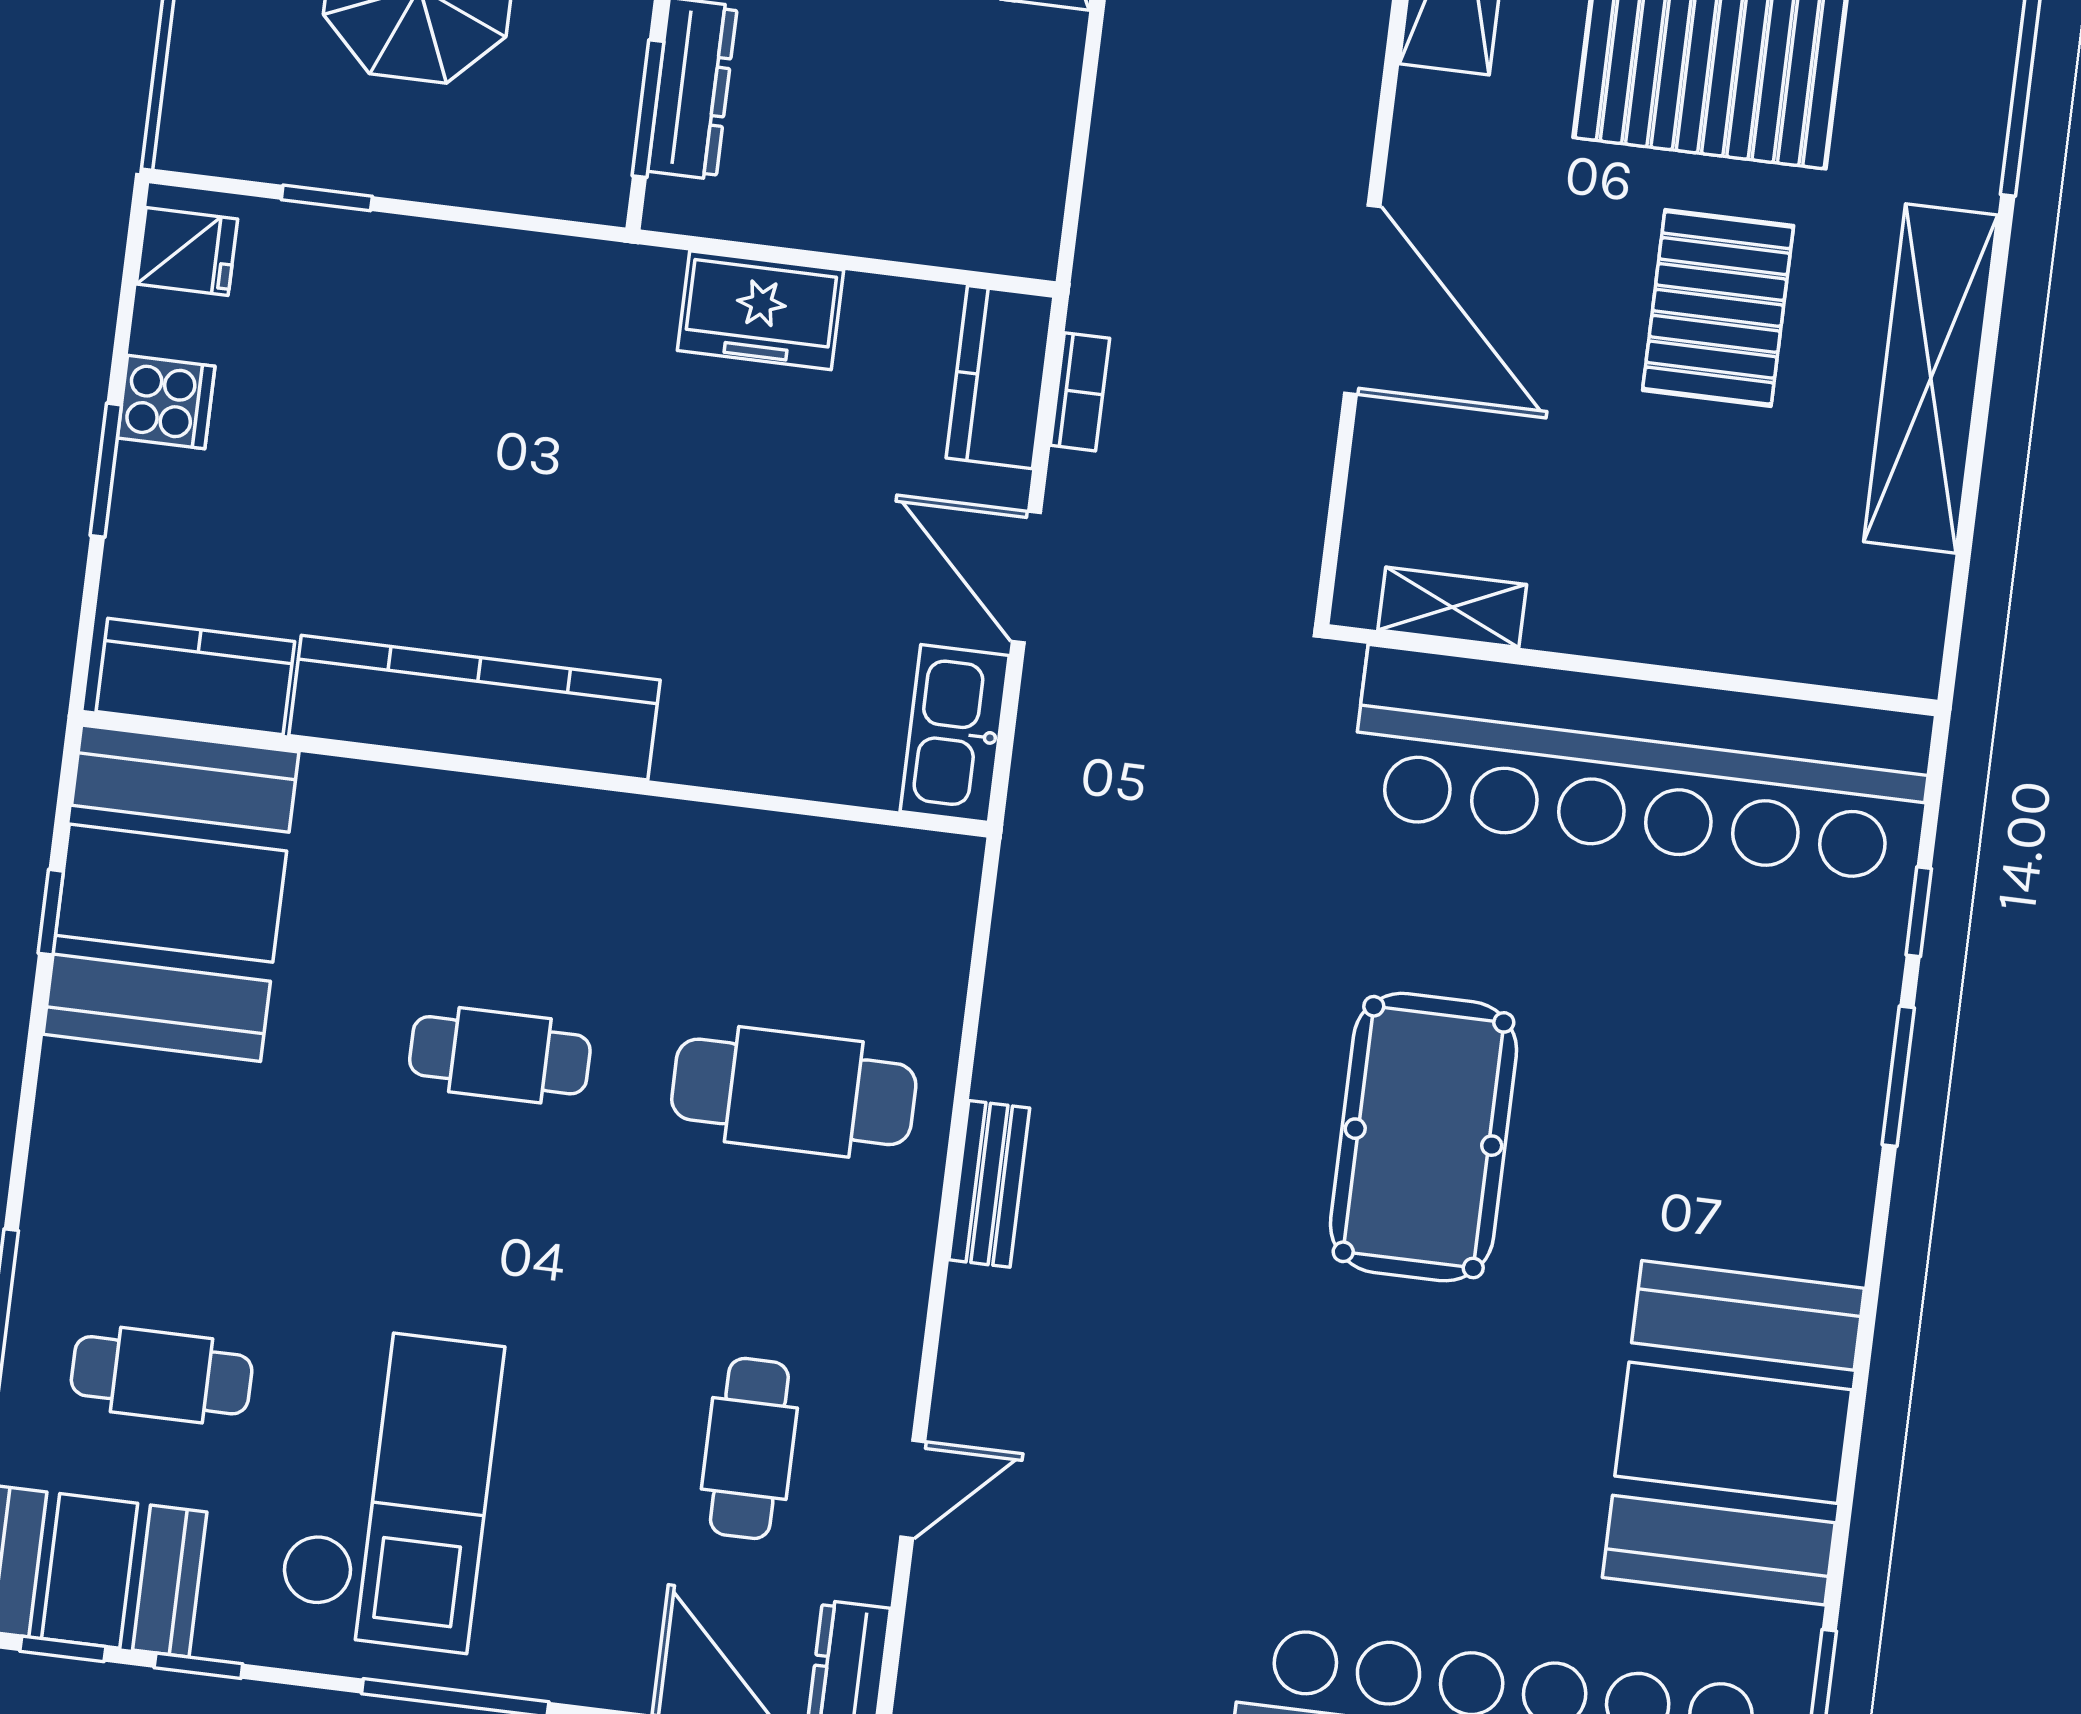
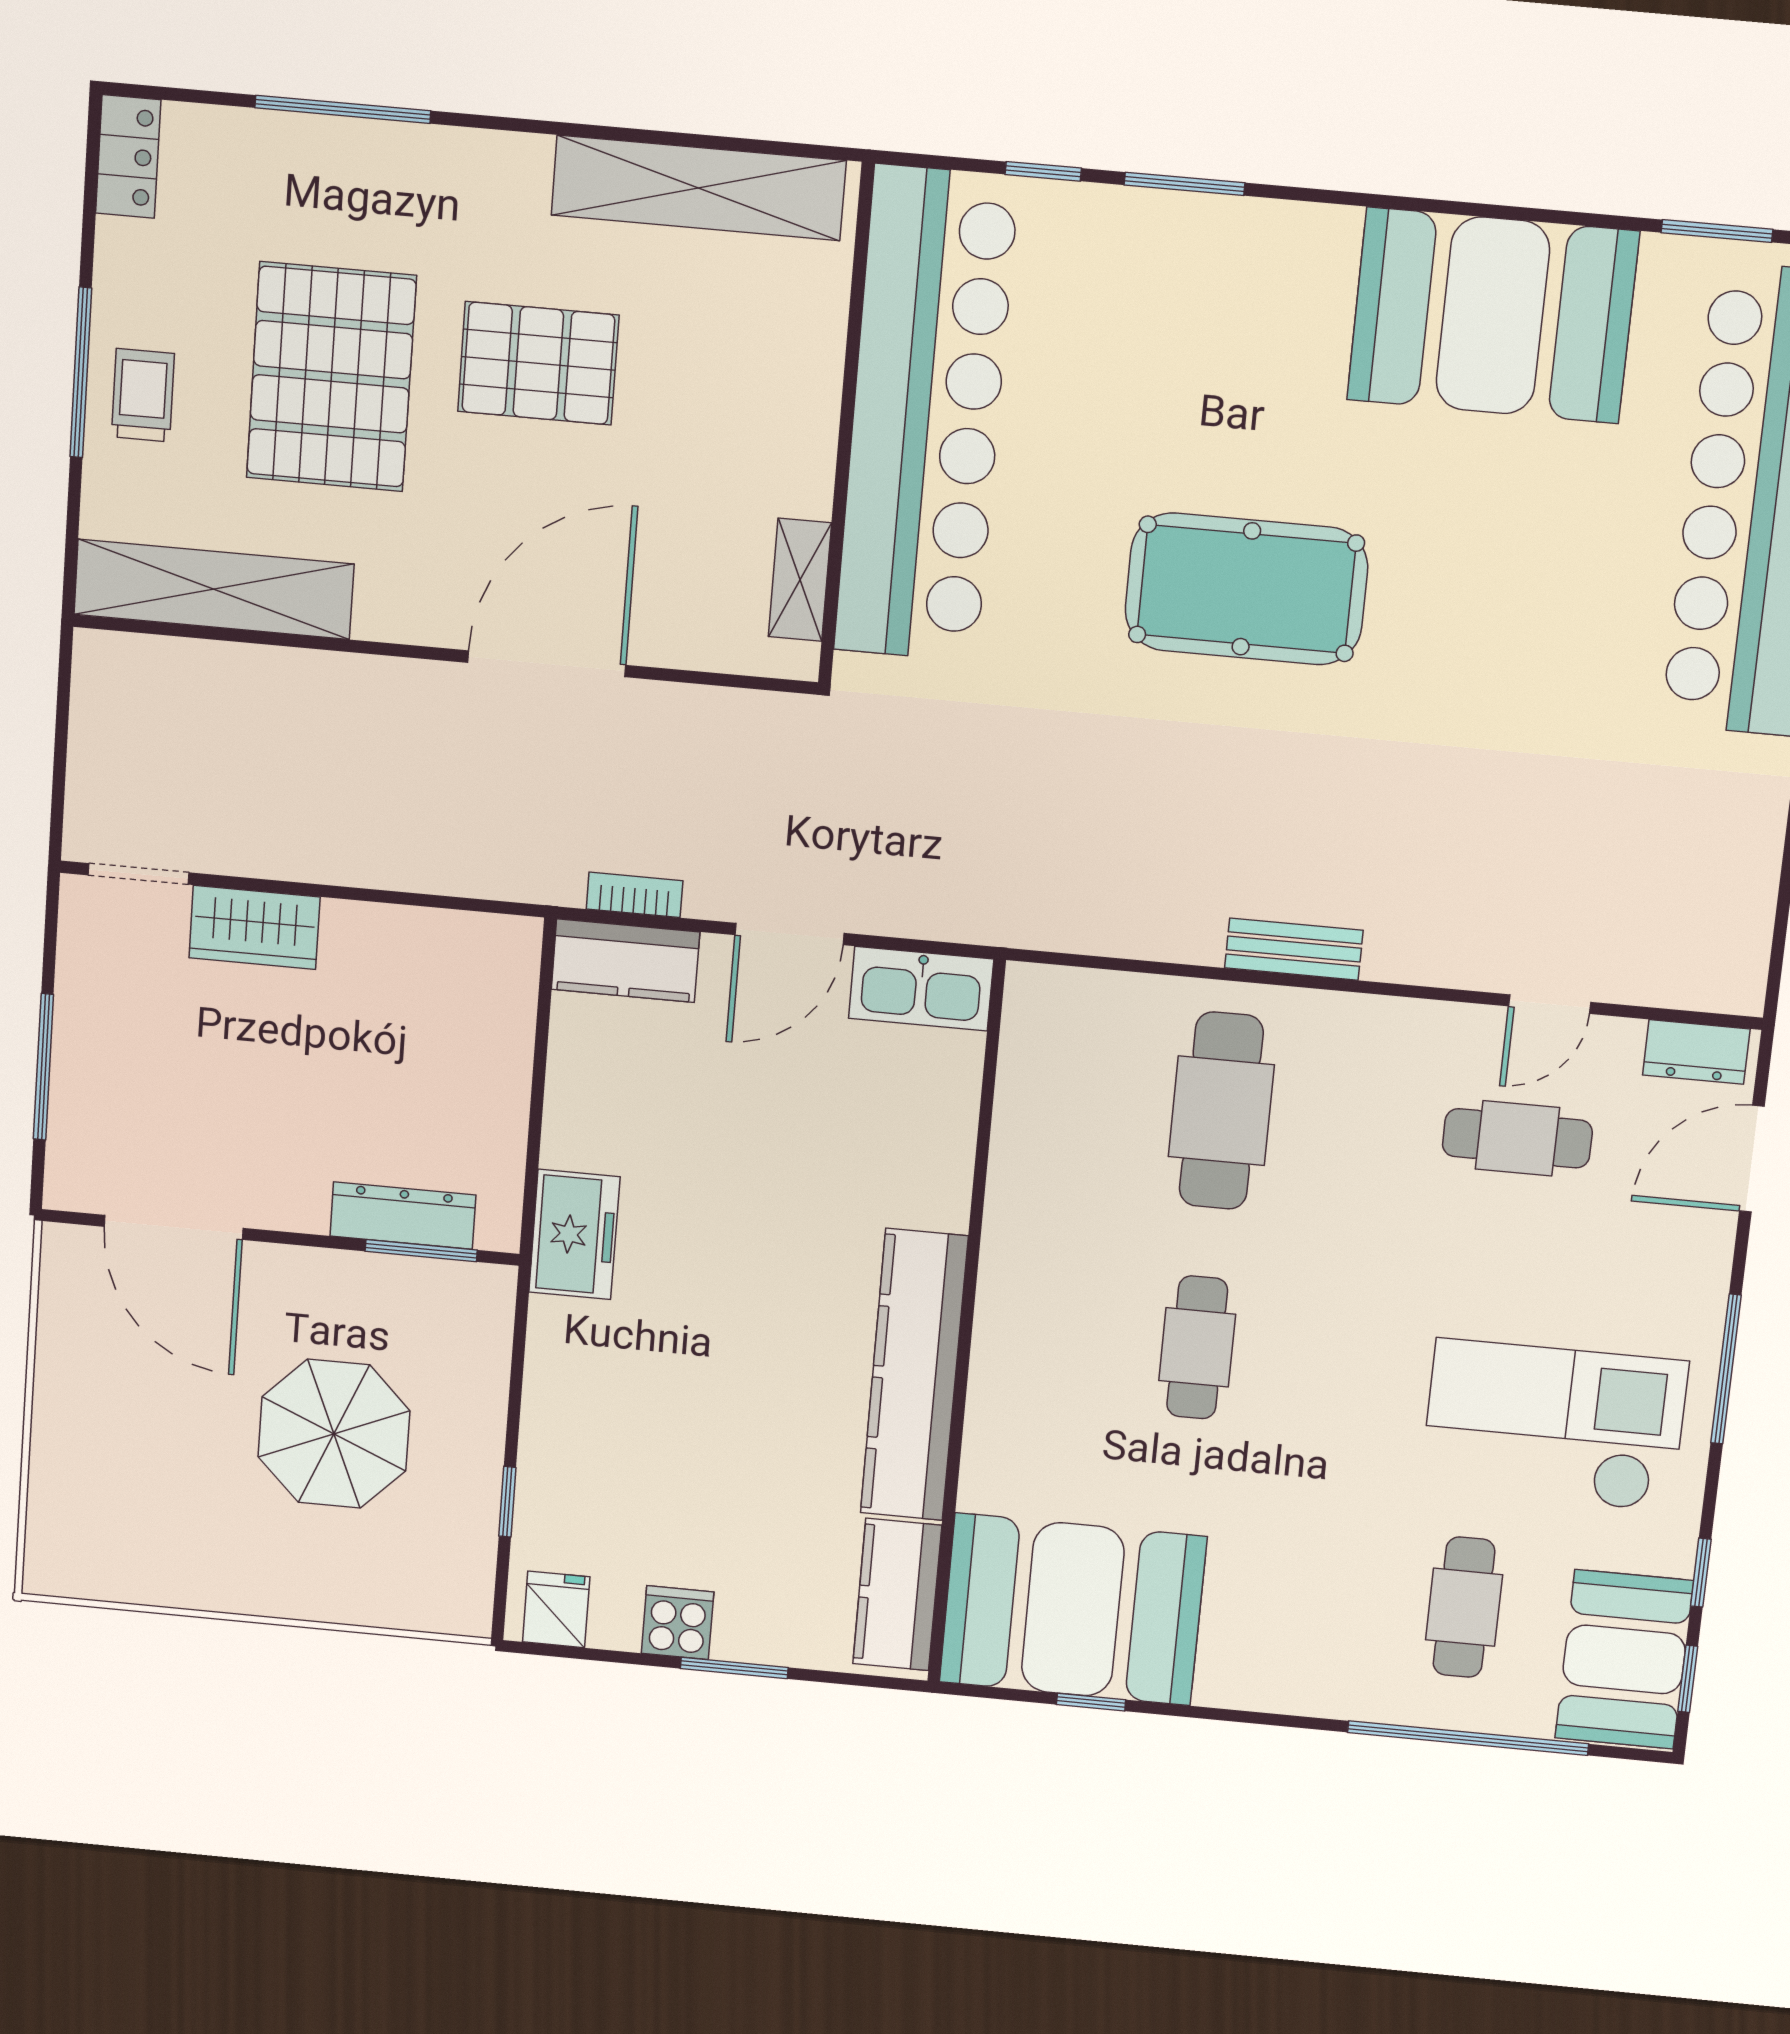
freezer: (761, 310) -> (574, 1235), moved
shelving: (1931, 378) -> (698, 188), moved
door: (913, 1489) -> (1550, 1004), swing flipped

